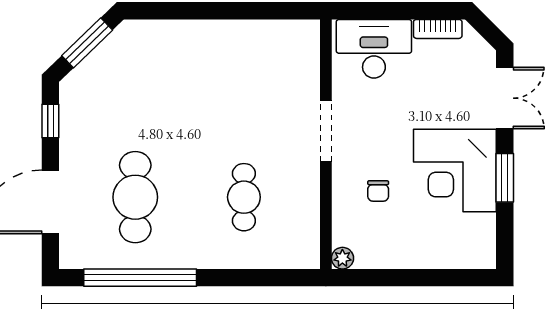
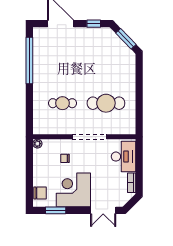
doorway: (326, 131) -> (89, 137), width x1.36
window: (505, 178) -> (56, 210), moved
cafe table: (135, 197) -> (106, 103), moved
chair: (463, 252) -> (40, 193), added

